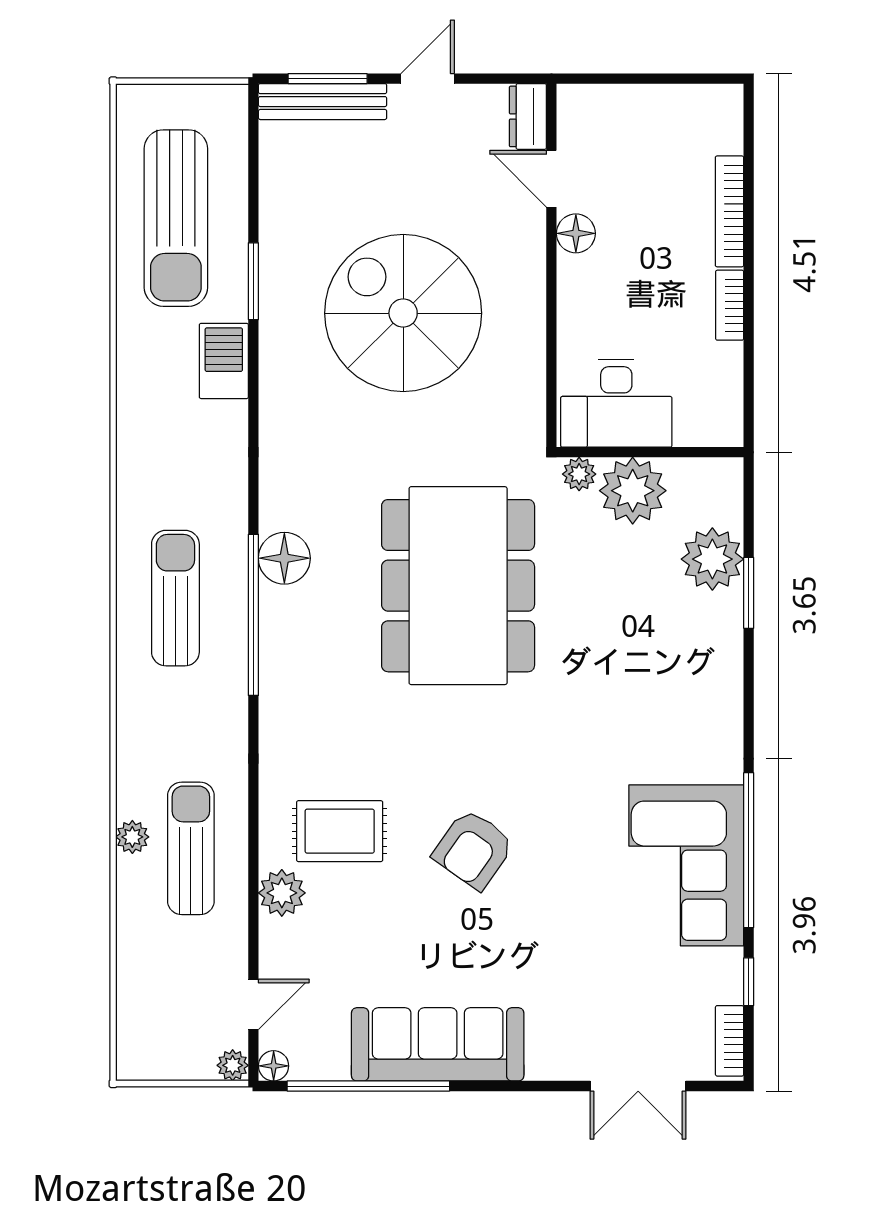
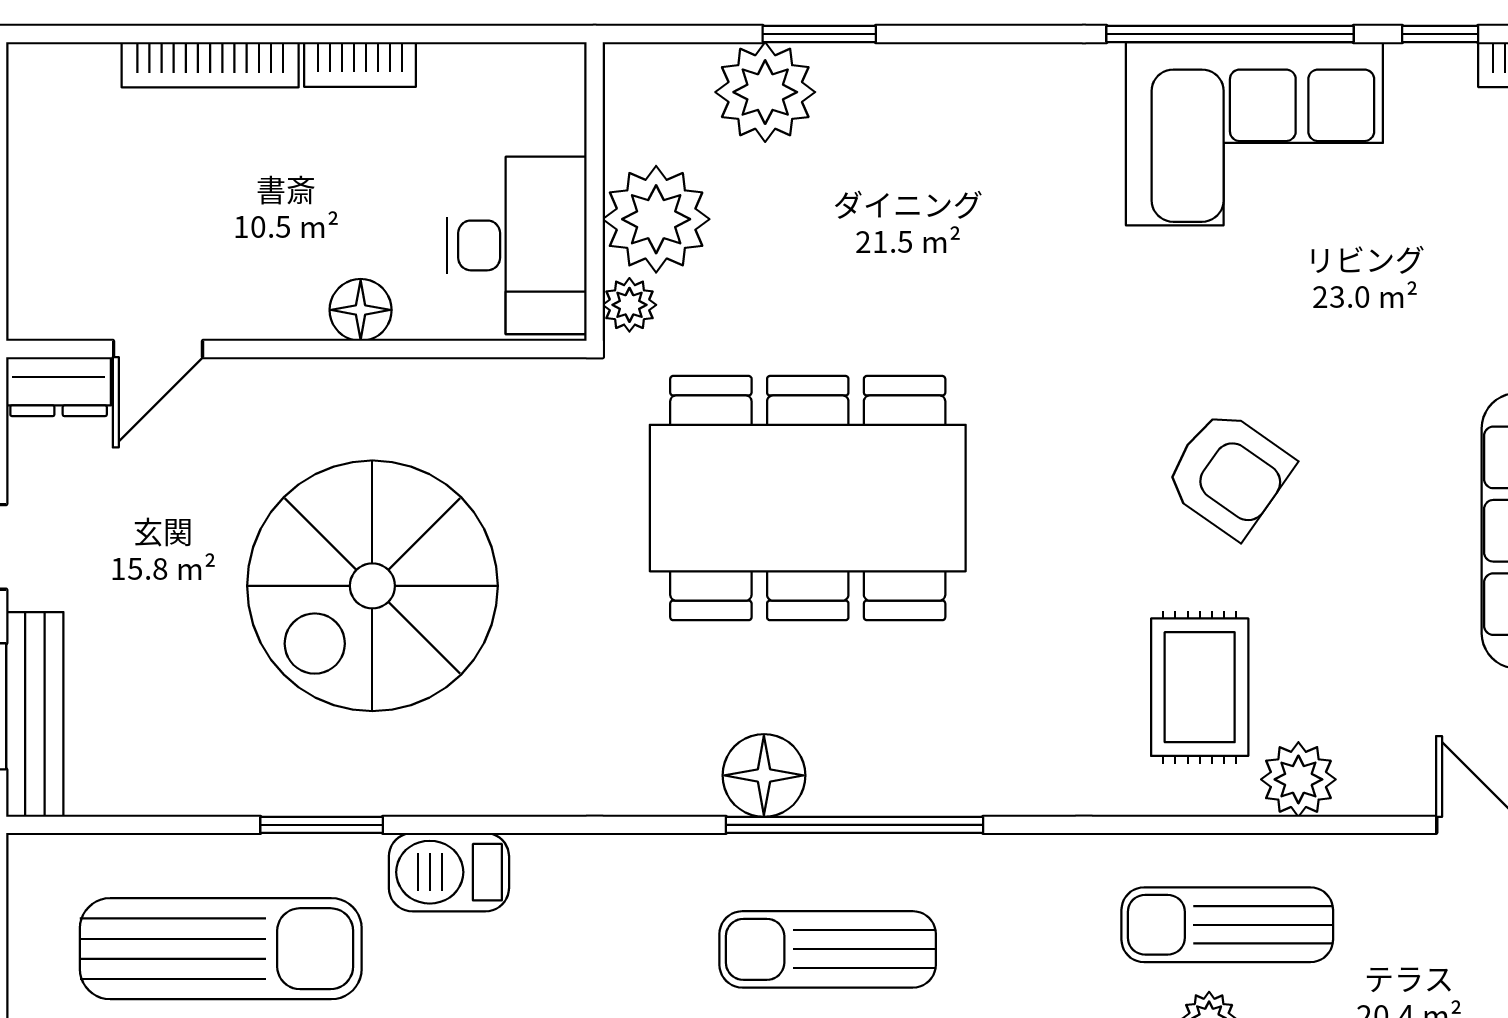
floor lamp: (576, 233) -> (361, 310), moved

